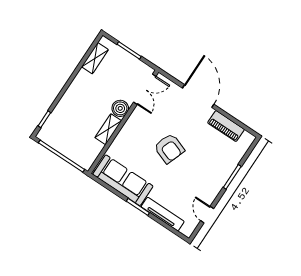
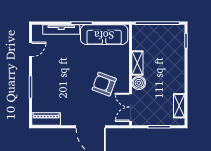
piano: (226, 126) -> (46, 119), moved
armchair: (169, 148) -> (104, 84), moved
door: (207, 215) -> (30, 49), hinge flipped

